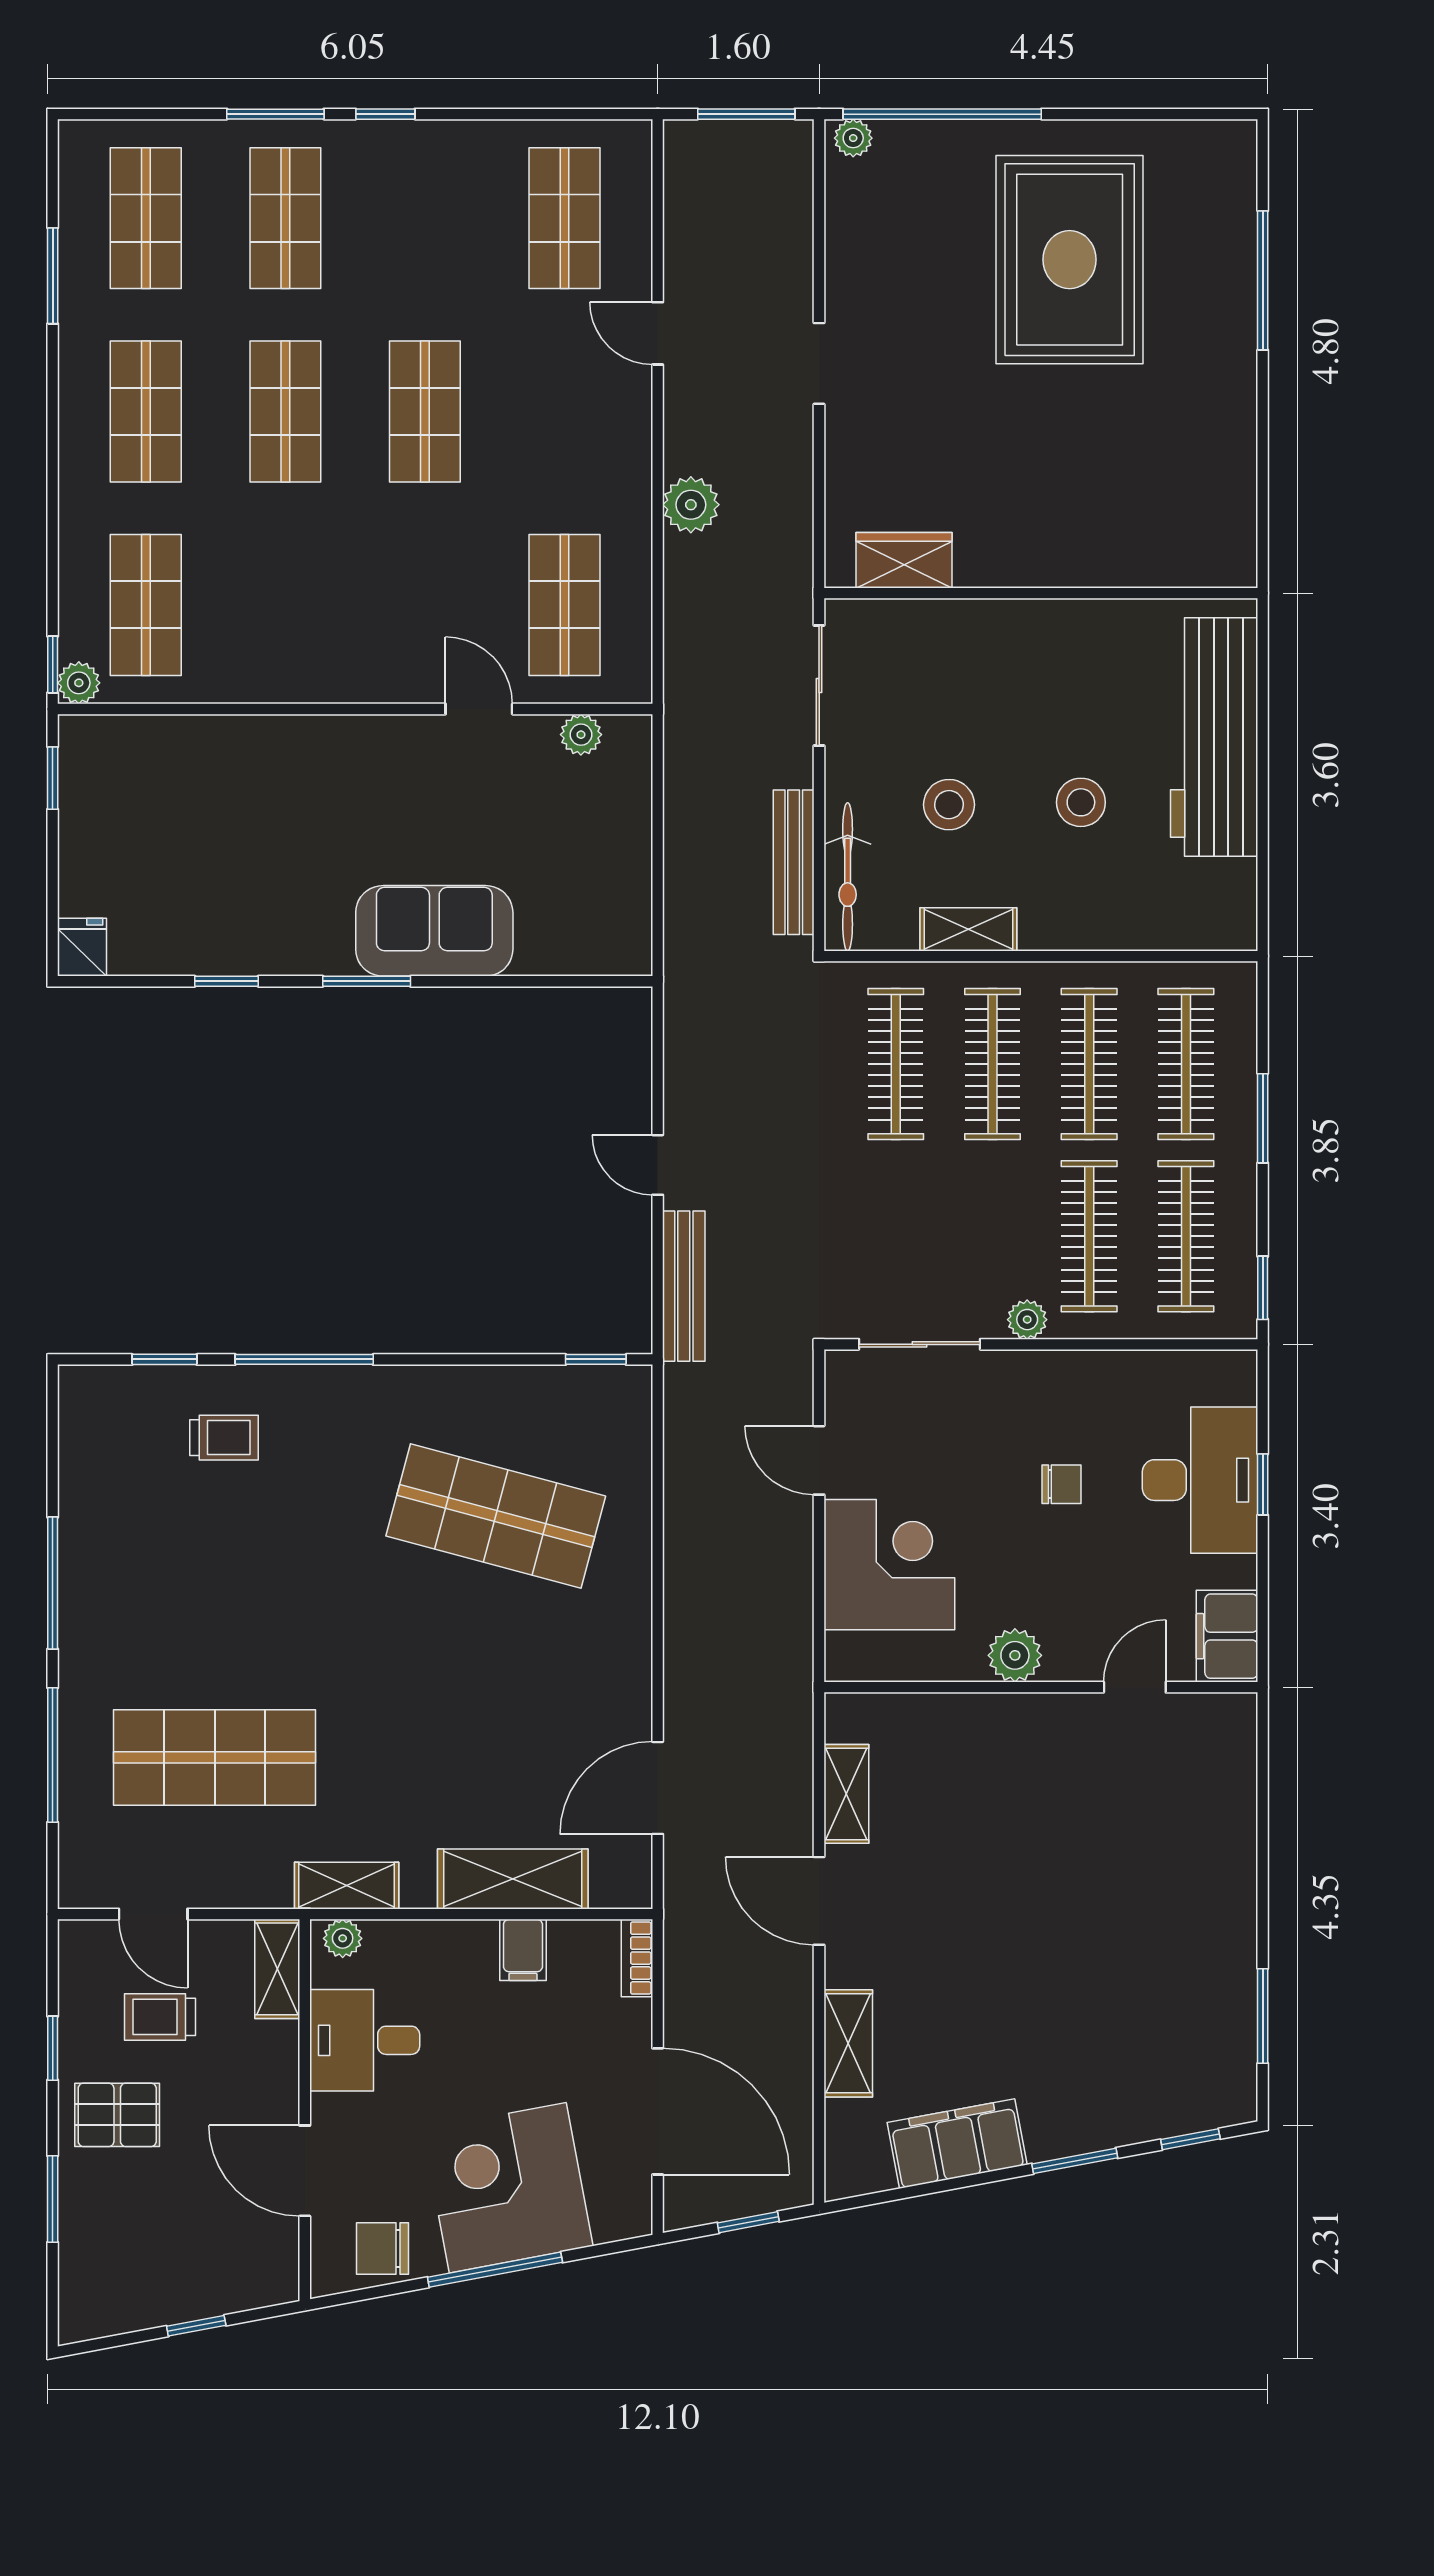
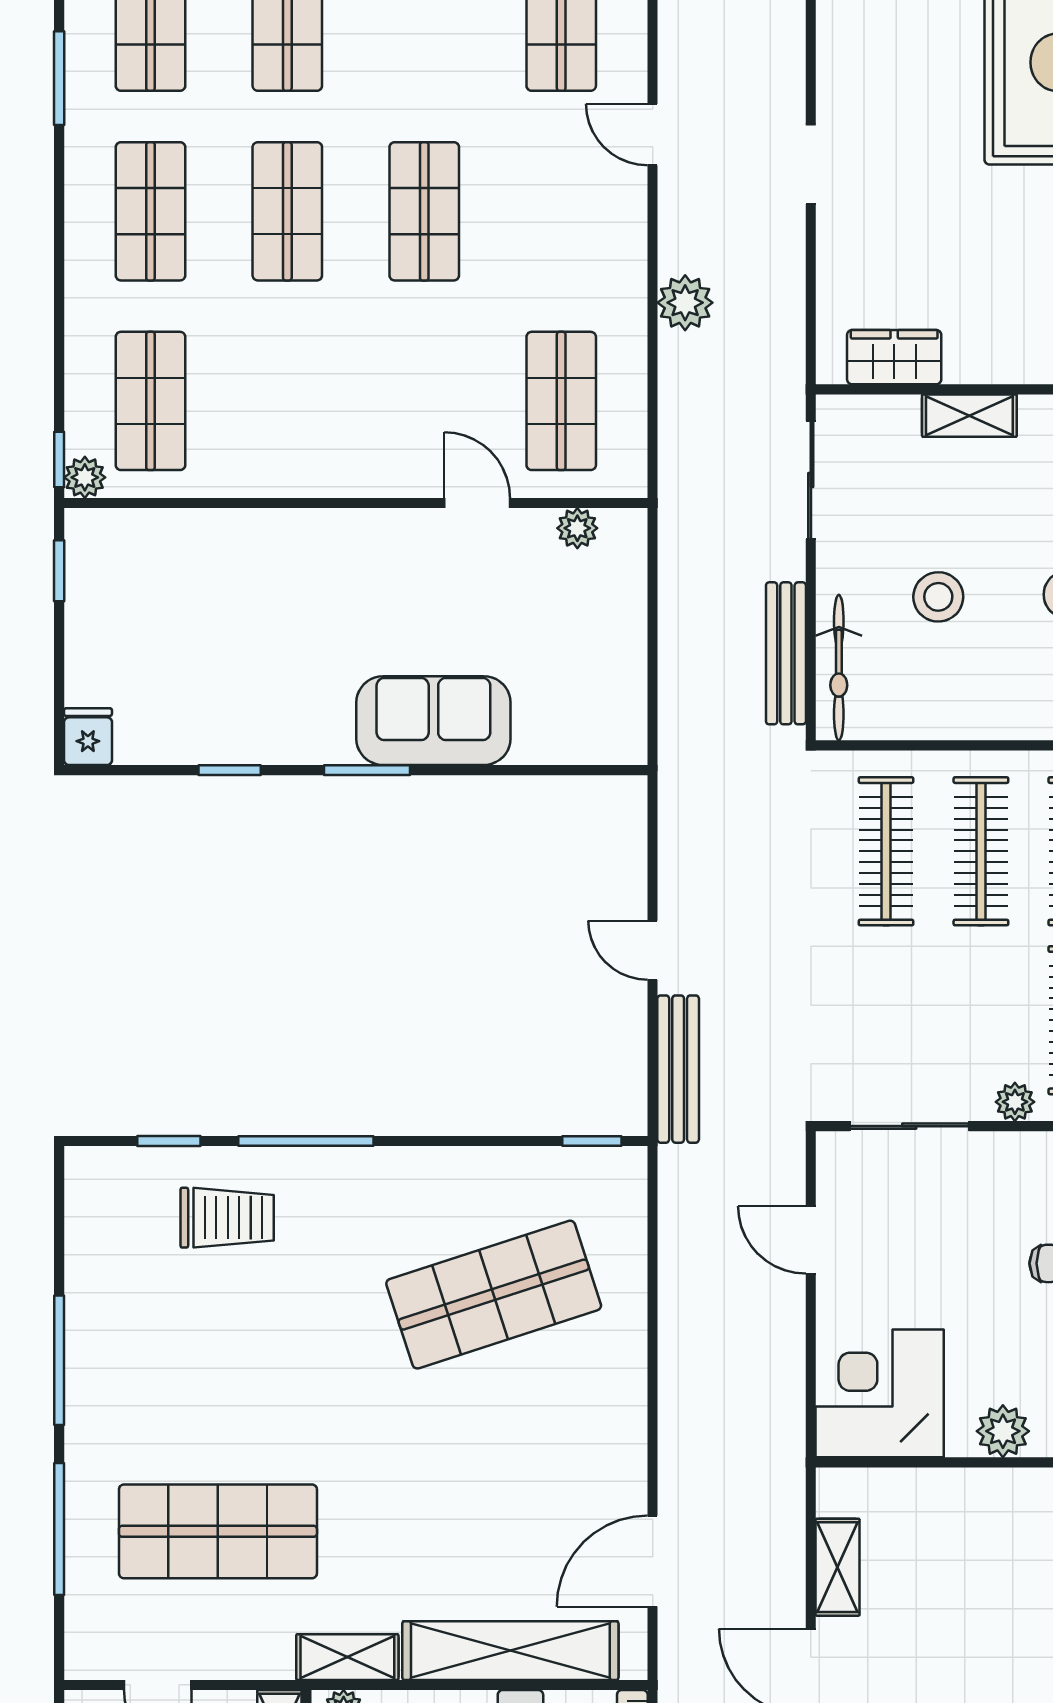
shelving: (968, 929) -> (969, 416), moved
trolley: (224, 1438) -> (227, 1218), width x1.36, depth x1.39
shop shelf: (496, 1516) -> (494, 1295), turned -33
corner desk: (889, 1565) -> (880, 1393), moved, turned -90
shelving: (513, 1879) -> (510, 1651), width x1.47

